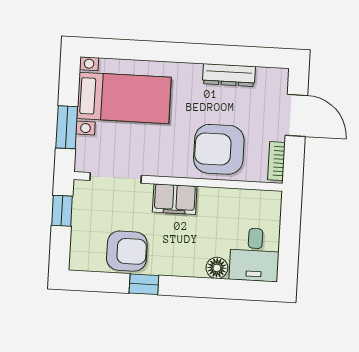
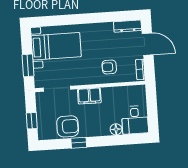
dresser: (229, 75) -> (128, 26), moved
armchair: (219, 149) -> (109, 67), width x0.53, depth x0.53
window: (62, 211) -> (32, 121), moved

